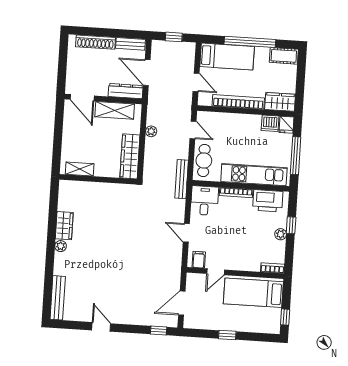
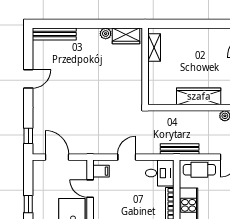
shelving: (80, 169) -> (154, 47), moved
wall: (98, 179) -> (145, 66), moved

